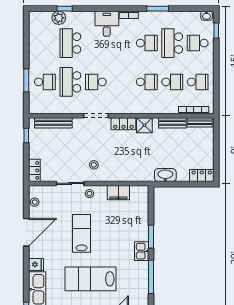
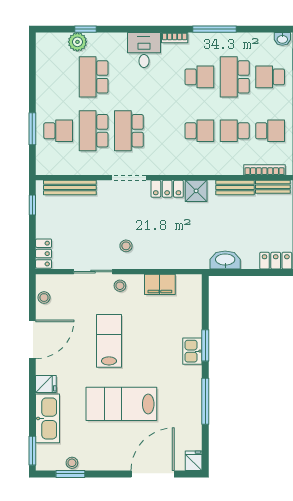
window: (158, 9) -> (215, 29), width x1.44
school desk: (96, 82) -> (129, 131), width x1.85
school desk: (172, 82) -> (235, 131), turned 180
kitchen sink: (142, 251) -> (192, 351), moved

